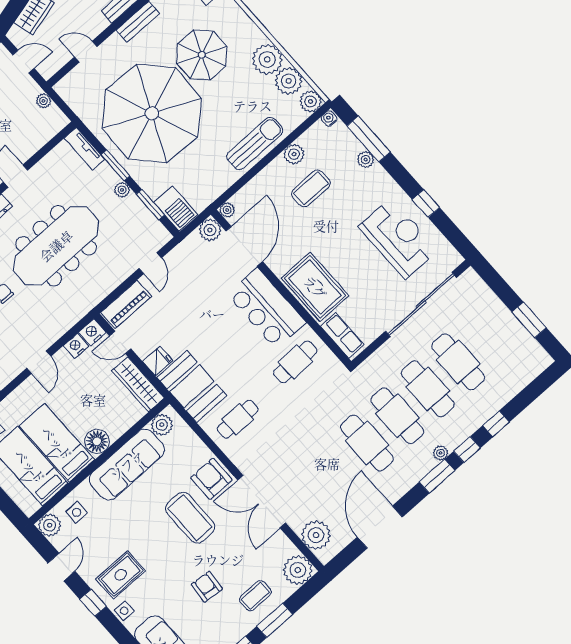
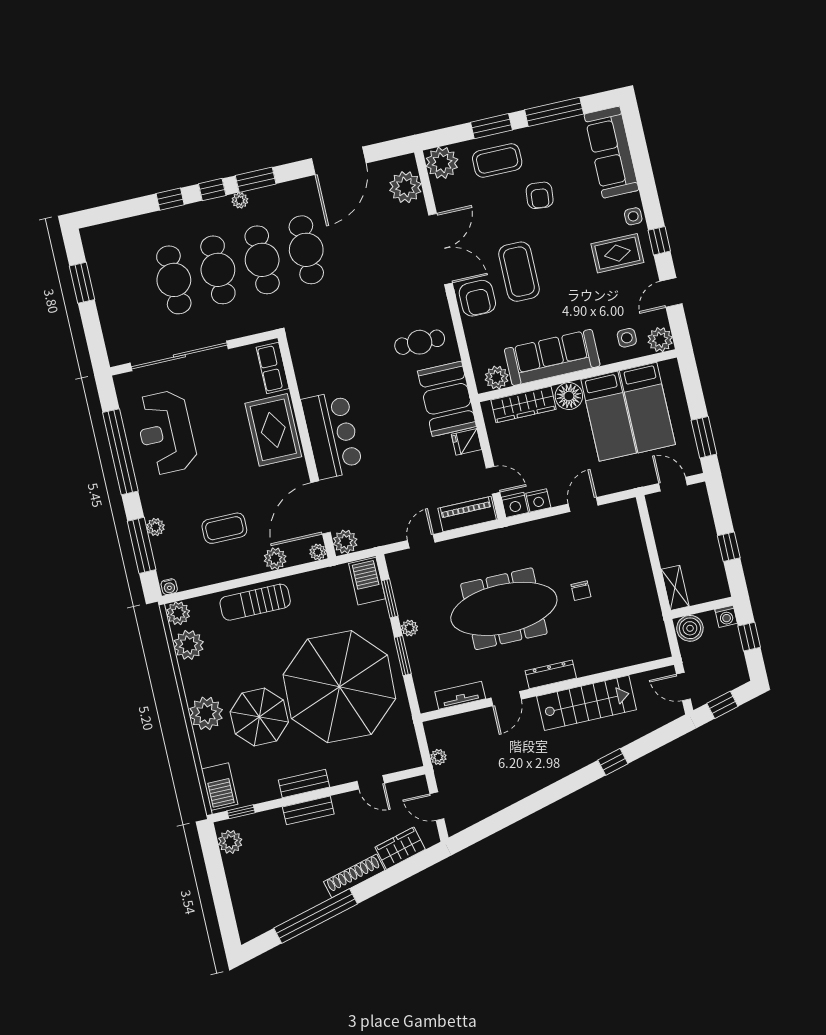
plant: (267, 59) -> (206, 713), moved
tv unit: (85, 149) -> (460, 695), moved, turned -90
plant: (294, 154) -> (275, 559), moved
window: (426, 203) -> (120, 452), width x3.17
cafe table: (295, 362) -> (333, 367), removed
wardrobe: (138, 384) -> (524, 405), moved, turned 90
coffee table: (255, 596) -> (497, 160), width x1.36, depth x1.30

